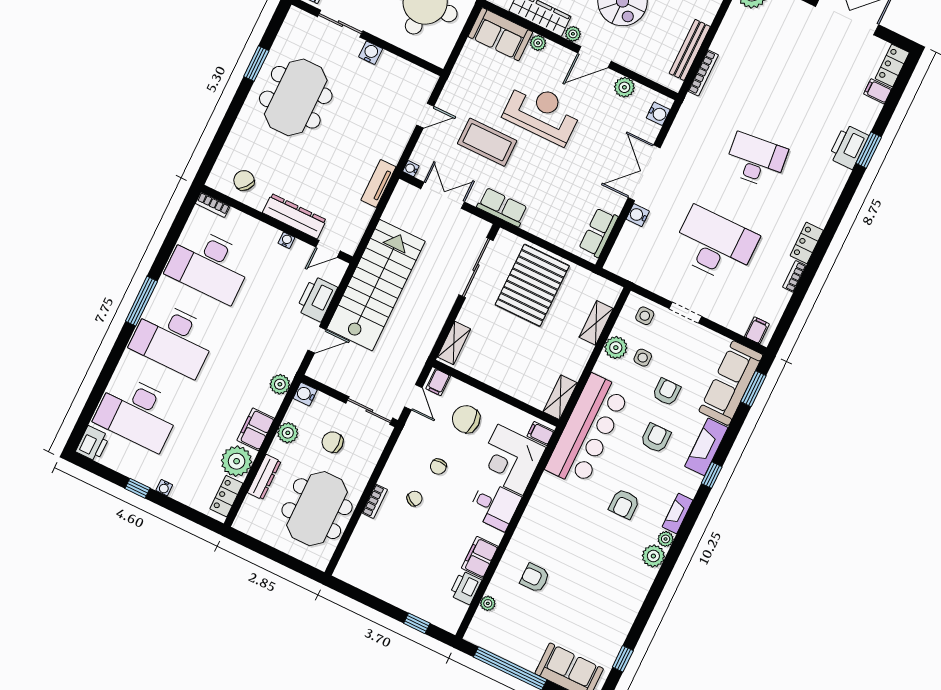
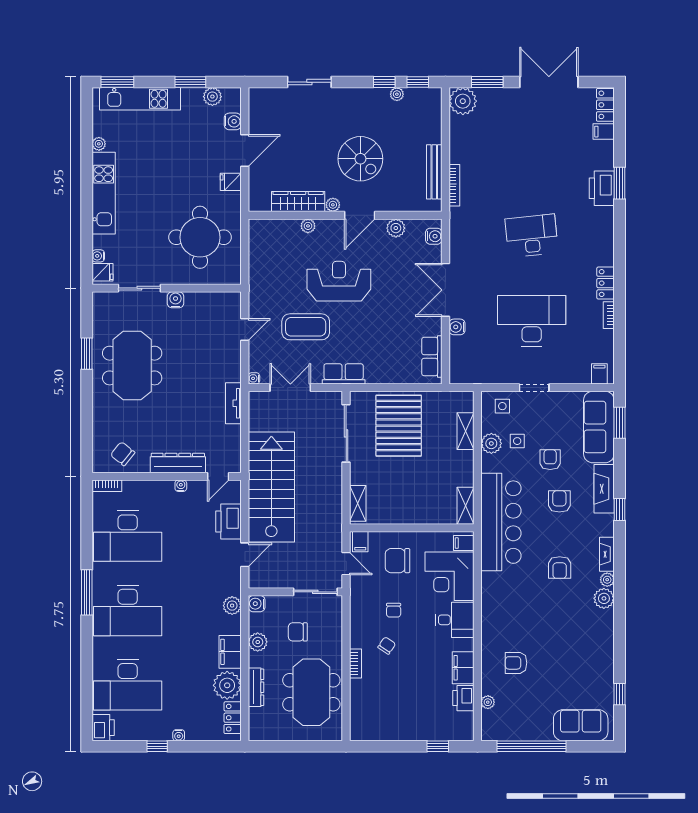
sofa: (500, 34) -> (274, 234), removed

